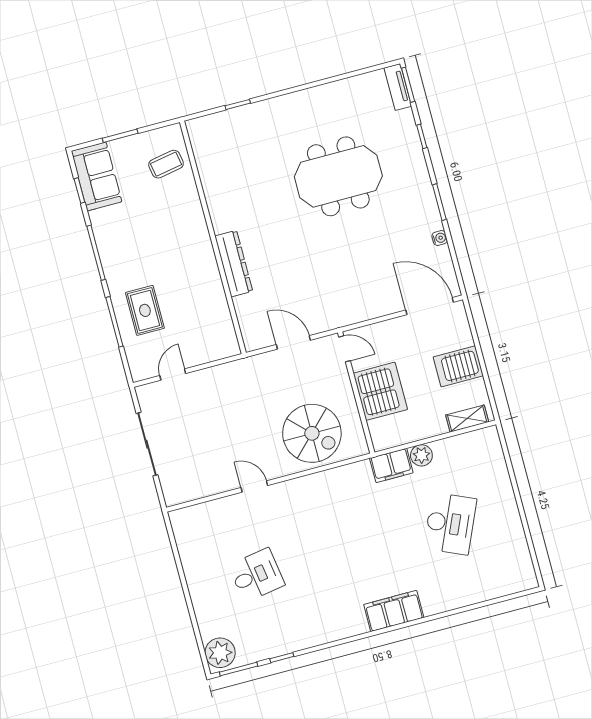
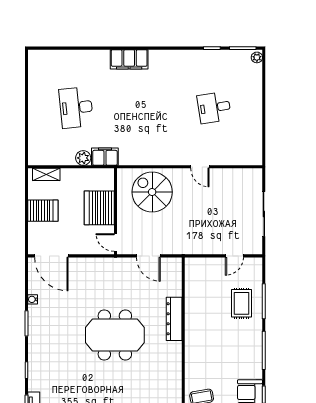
meeting table: (338, 176) -> (115, 335), moved
desk: (450, 524) -> (76, 107), turned -30
plant: (220, 653) -> (257, 57), width x0.53, depth x0.53

